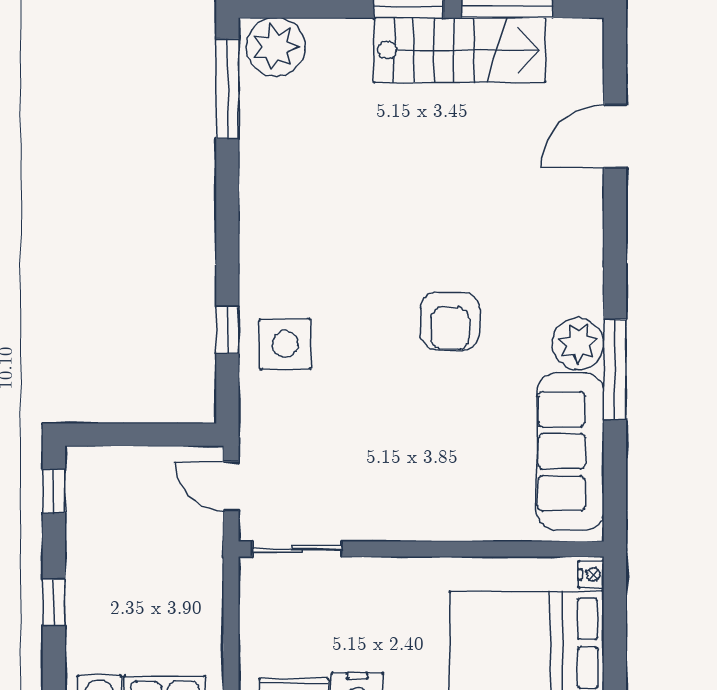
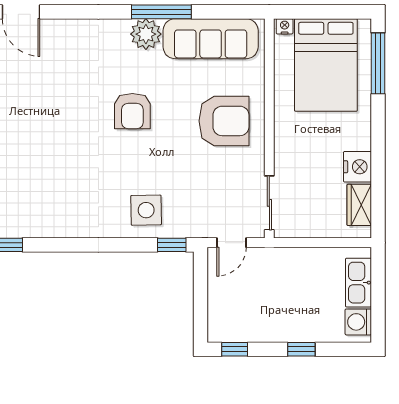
armchair: (450, 321) -> (132, 111), turned 90
window: (227, 330) -> (172, 245), moved
armchair: (433, 474) -> (224, 121), added

